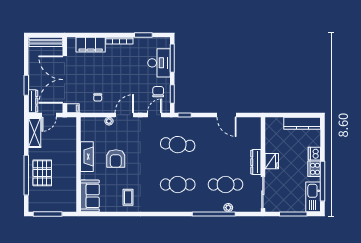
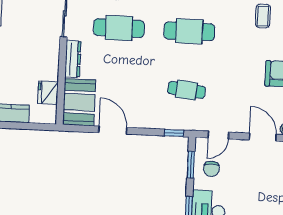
door: (124, 115) -> (263, 137), swing flipped
booth: (250, 133) -> (79, 102), added
cafe table: (178, 145) -> (186, 90), width x0.73, depth x0.74
fridge: (272, 161) -> (48, 93), moved

